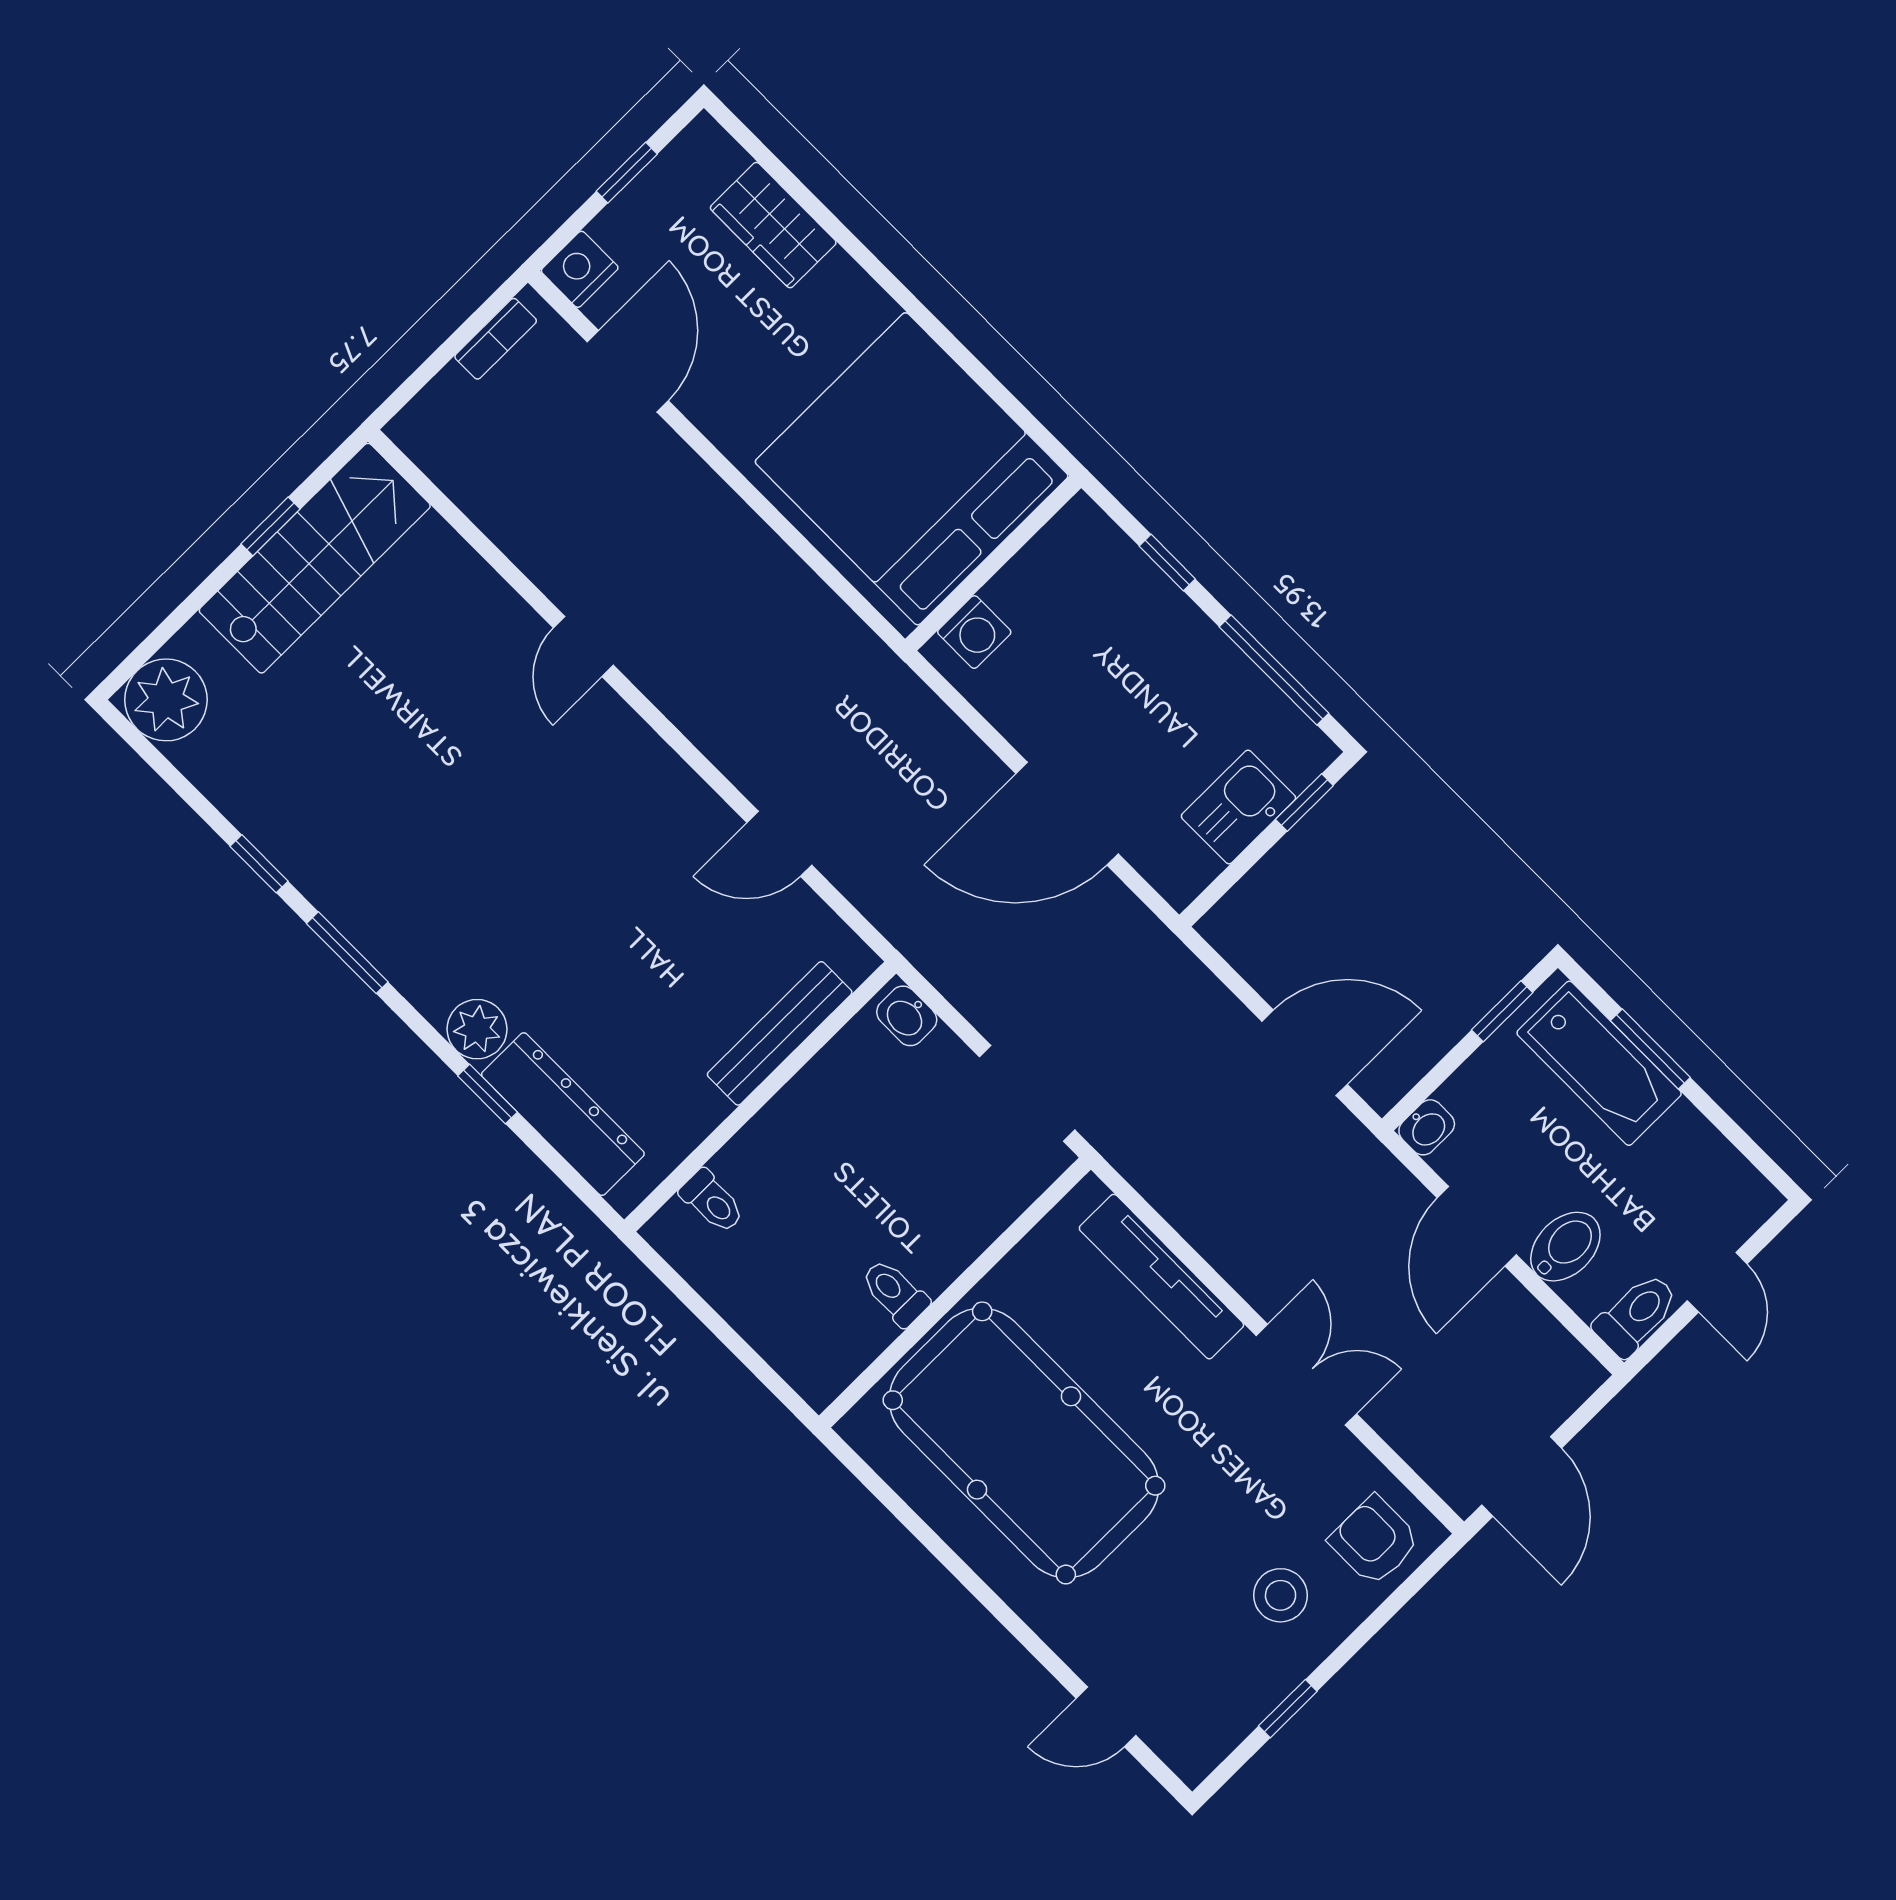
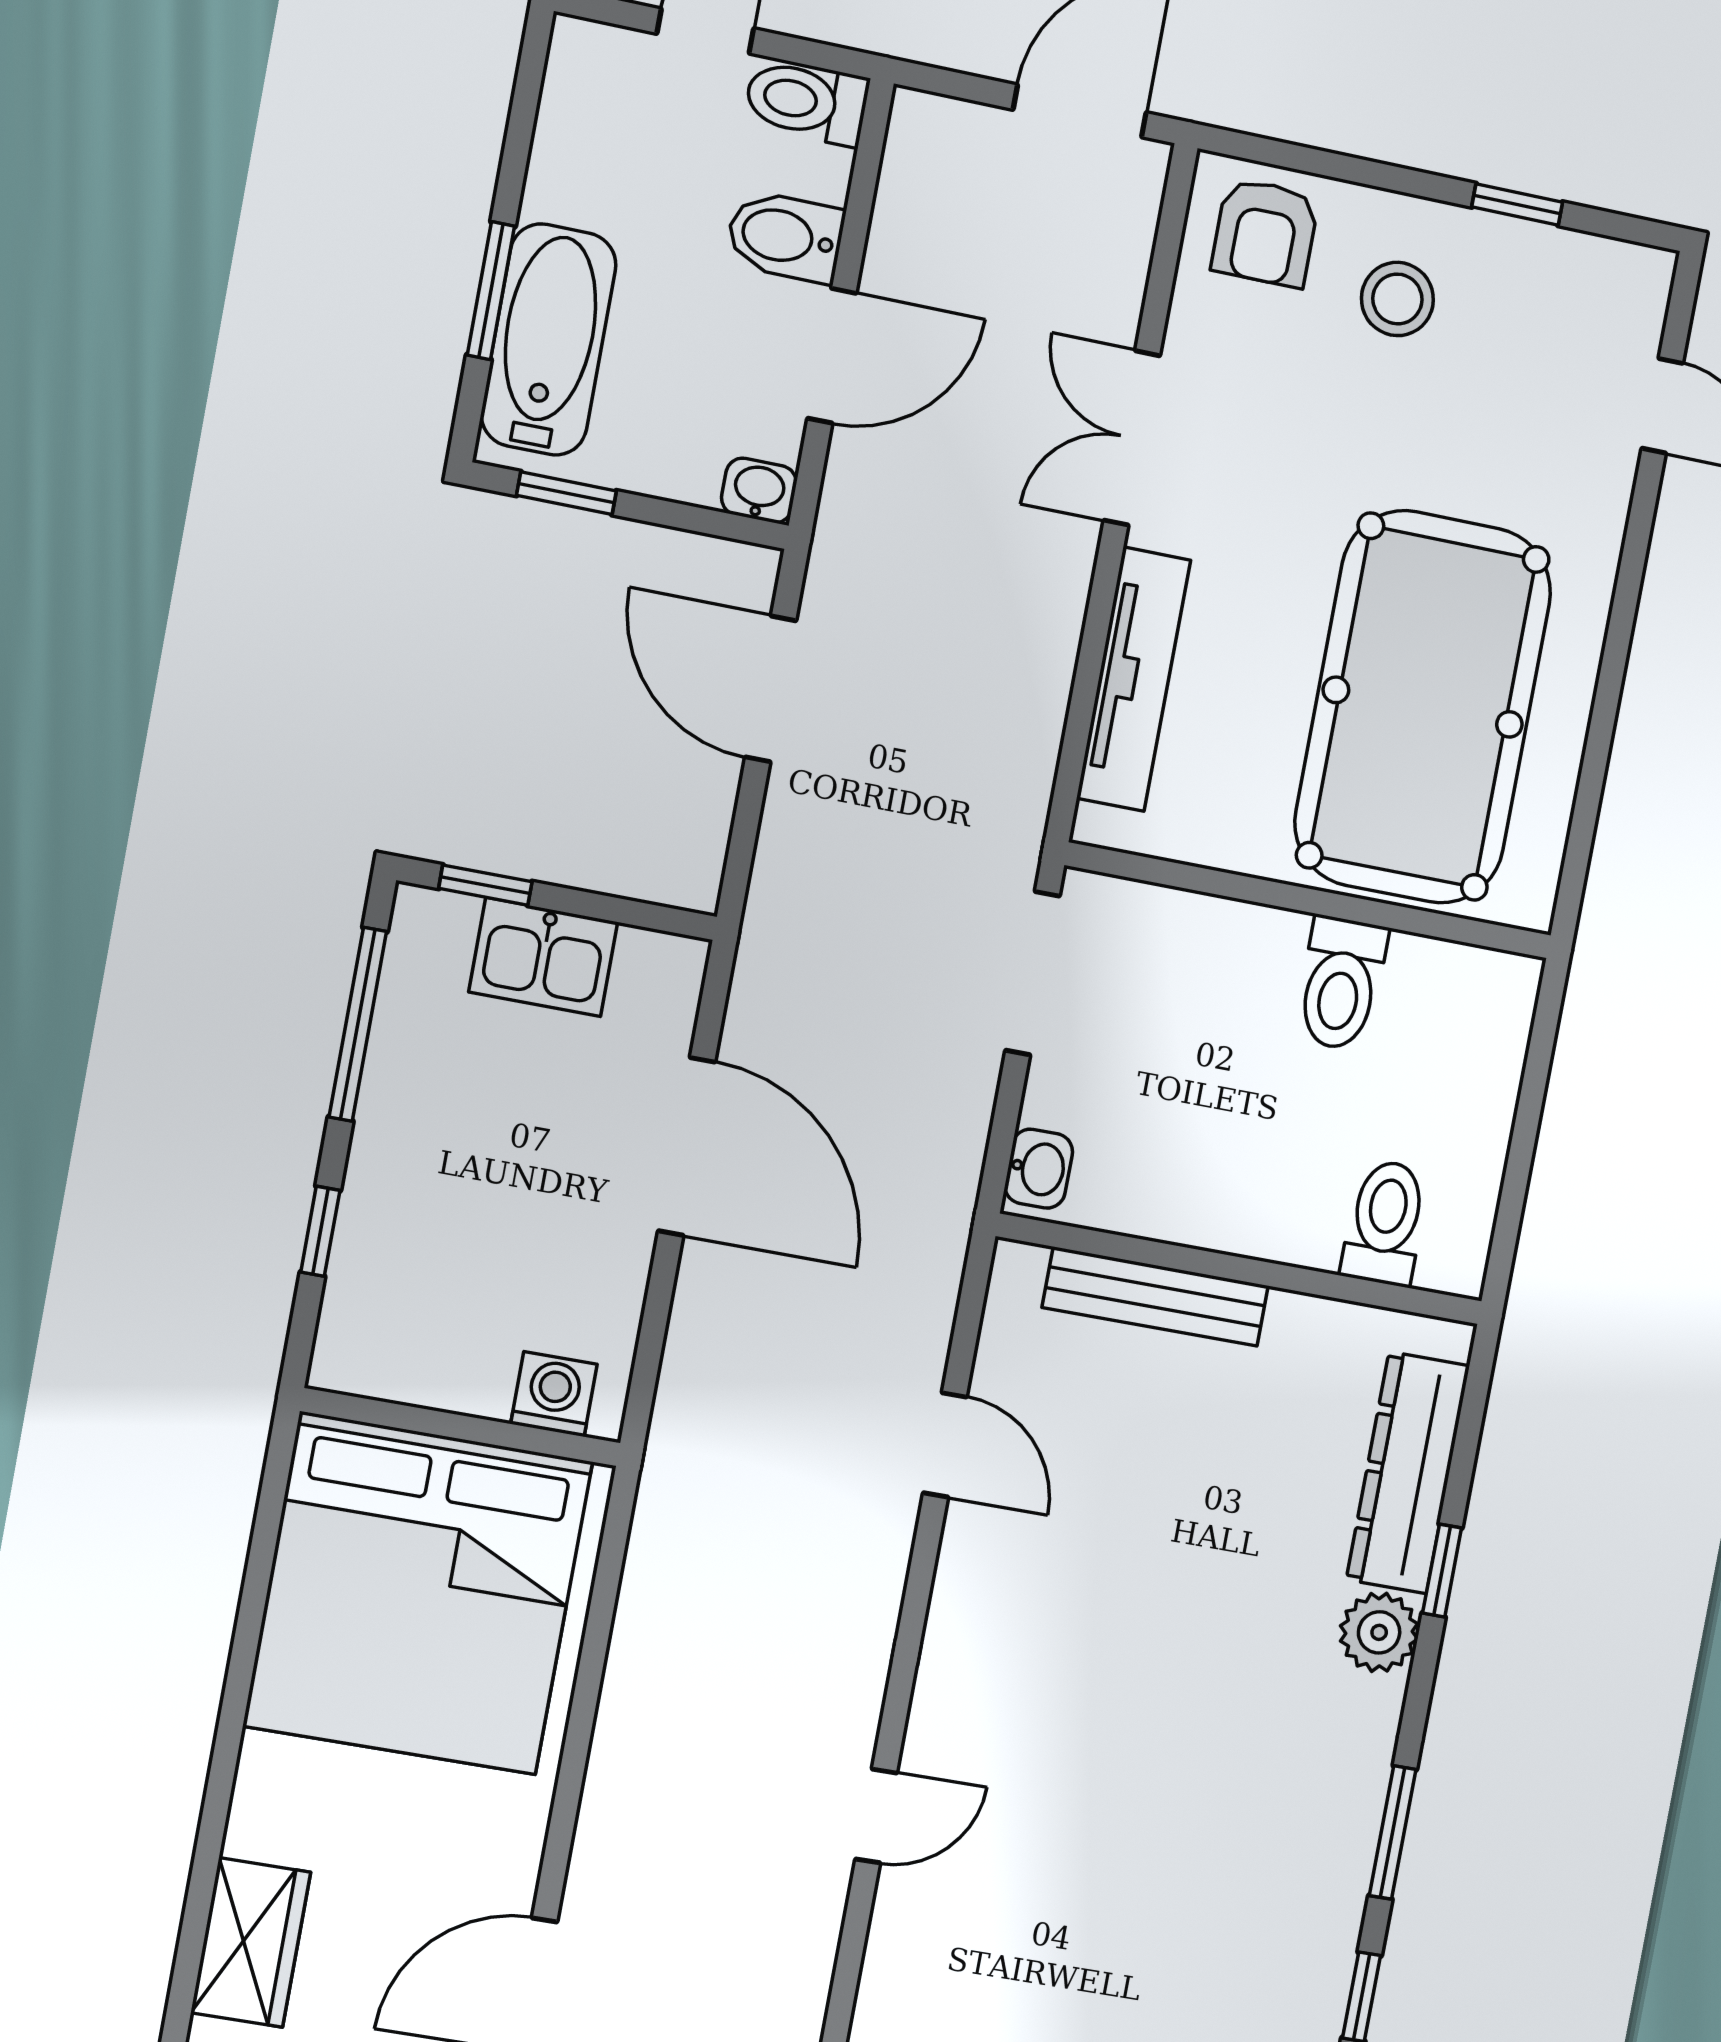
toilet: (712, 1201) -> (1385, 1223), width x1.37, depth x1.39
toilet: (895, 1293) -> (1341, 983), width x1.37, depth x1.39

